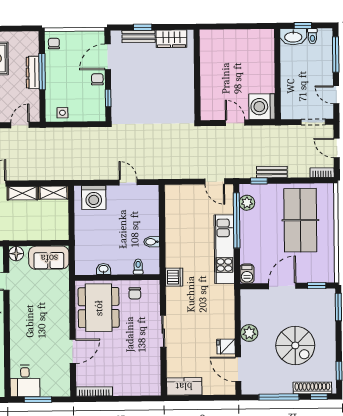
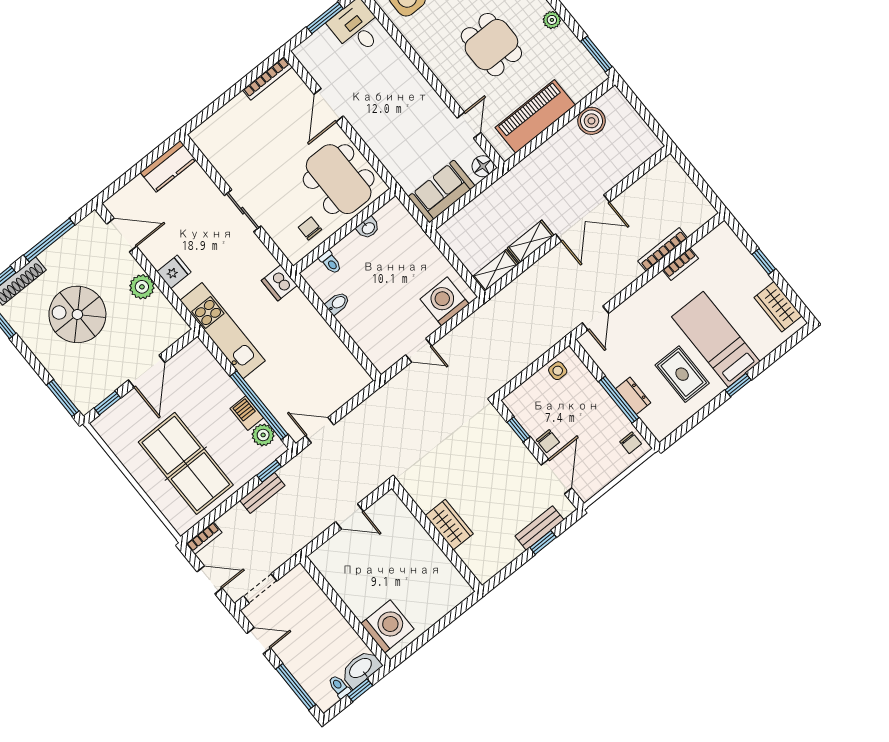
wardrobe: (171, 39) -> (449, 525), moved, turned 90
dresser: (33, 73) -> (633, 396), width x0.70
washing machine: (262, 107) -> (387, 626), moved
kitchen unit: (224, 249) -> (223, 331), moved
barbecue: (247, 274) -> (247, 413), moved
fridge: (226, 346) -> (174, 272), moved

